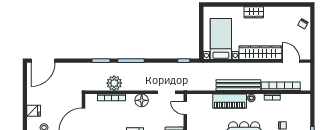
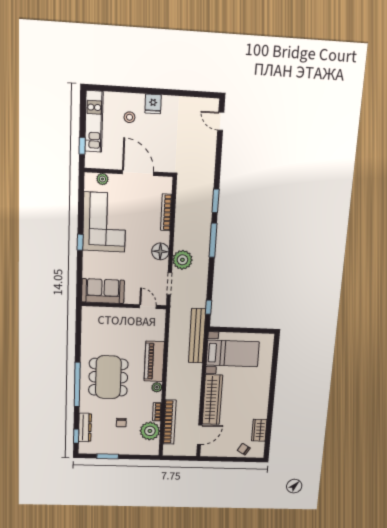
wardrobe: (254, 12) -> (259, 430), moved
door: (43, 61) -> (221, 121), width x0.53
plant: (114, 83) -> (182, 260), moved
bench: (238, 85) -> (197, 336), moved
plant: (289, 102) -> (150, 431), added
door: (185, 108) -> (148, 307), hinge flipped

